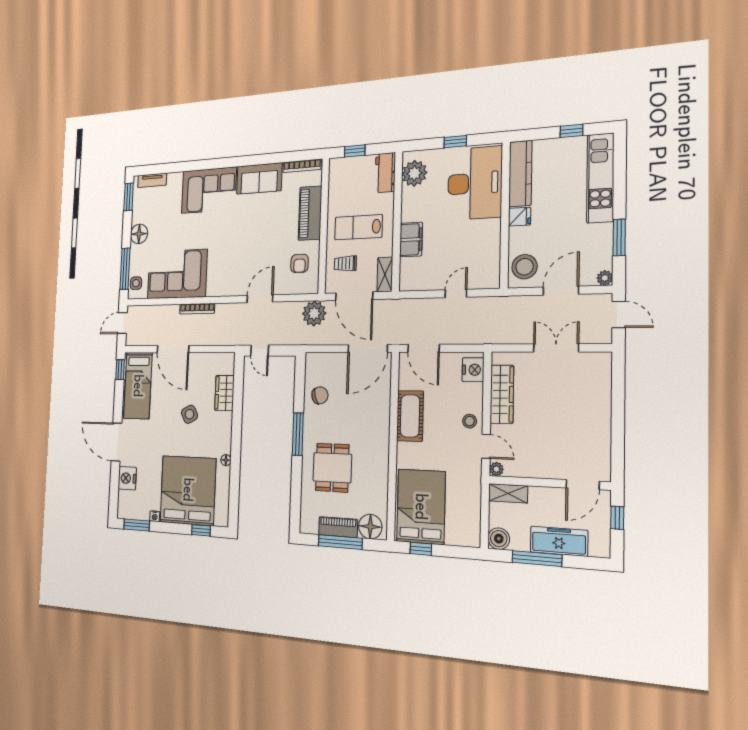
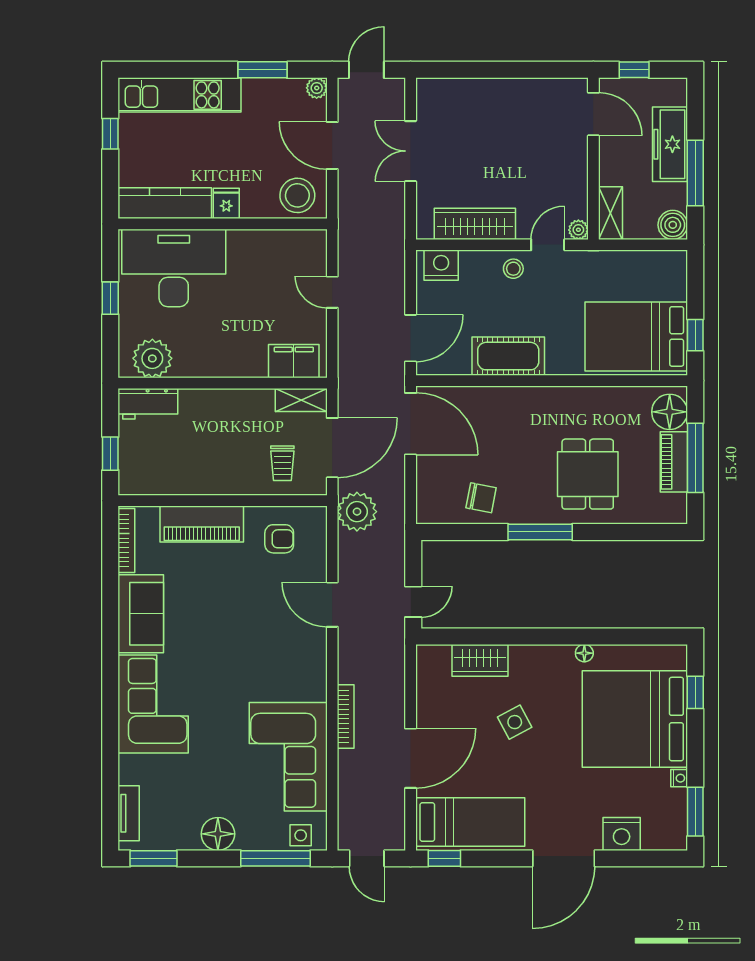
lab bench: (358, 227) -> (228, 444), removed
filing cabinet: (411, 240) -> (294, 361), moved
chair: (320, 395) -> (481, 498), turned 118
dining table: (332, 468) -> (588, 474), turned 90

